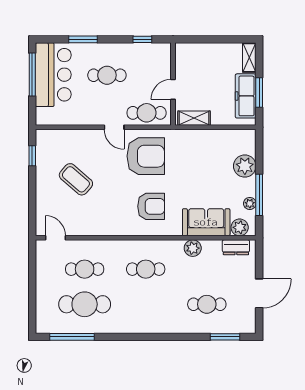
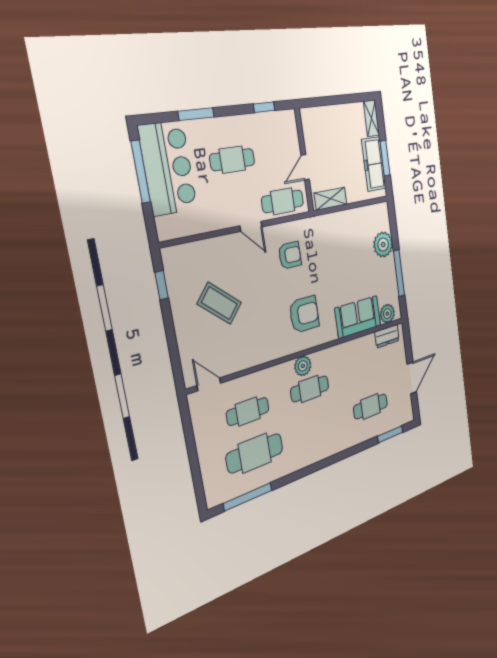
armchair: (146, 156) -> (290, 255), width x0.53, depth x0.53
plant: (250, 203) -> (393, 285), removed
plant: (193, 248) -> (303, 366), moved

